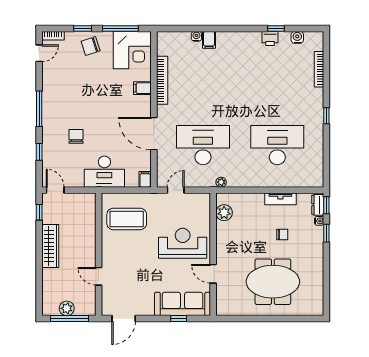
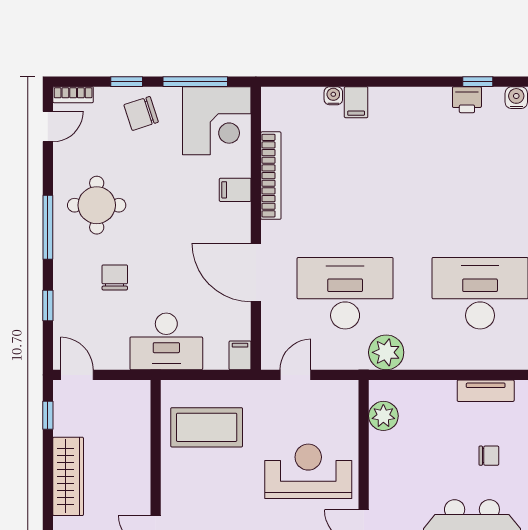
round table: (66, 97) -> (97, 205), added
plant: (221, 182) -> (386, 352), width x1.87, depth x1.87

